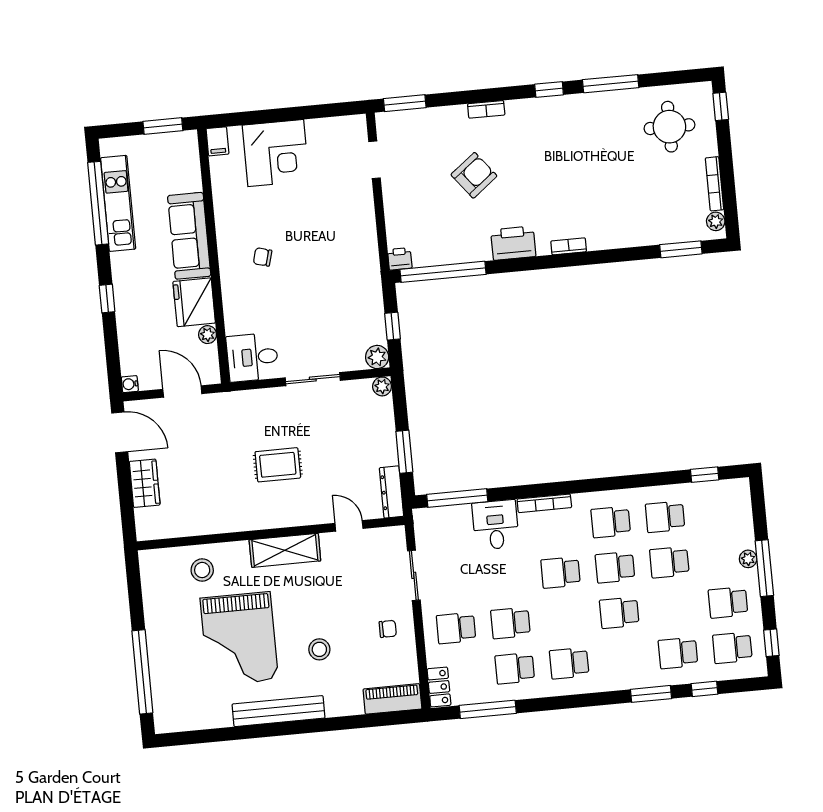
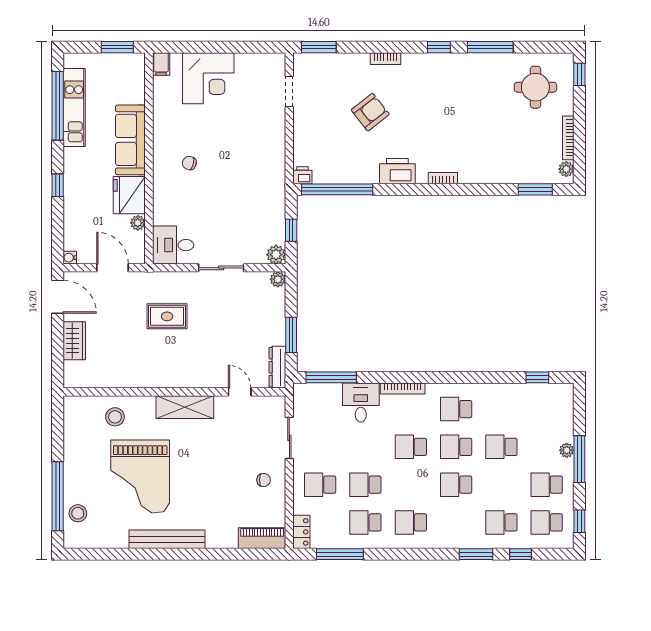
rug: (278, 465) -> (167, 316), moved
school desk: (665, 517) -> (501, 409), removed
stool: (319, 649) -> (78, 513), moved

